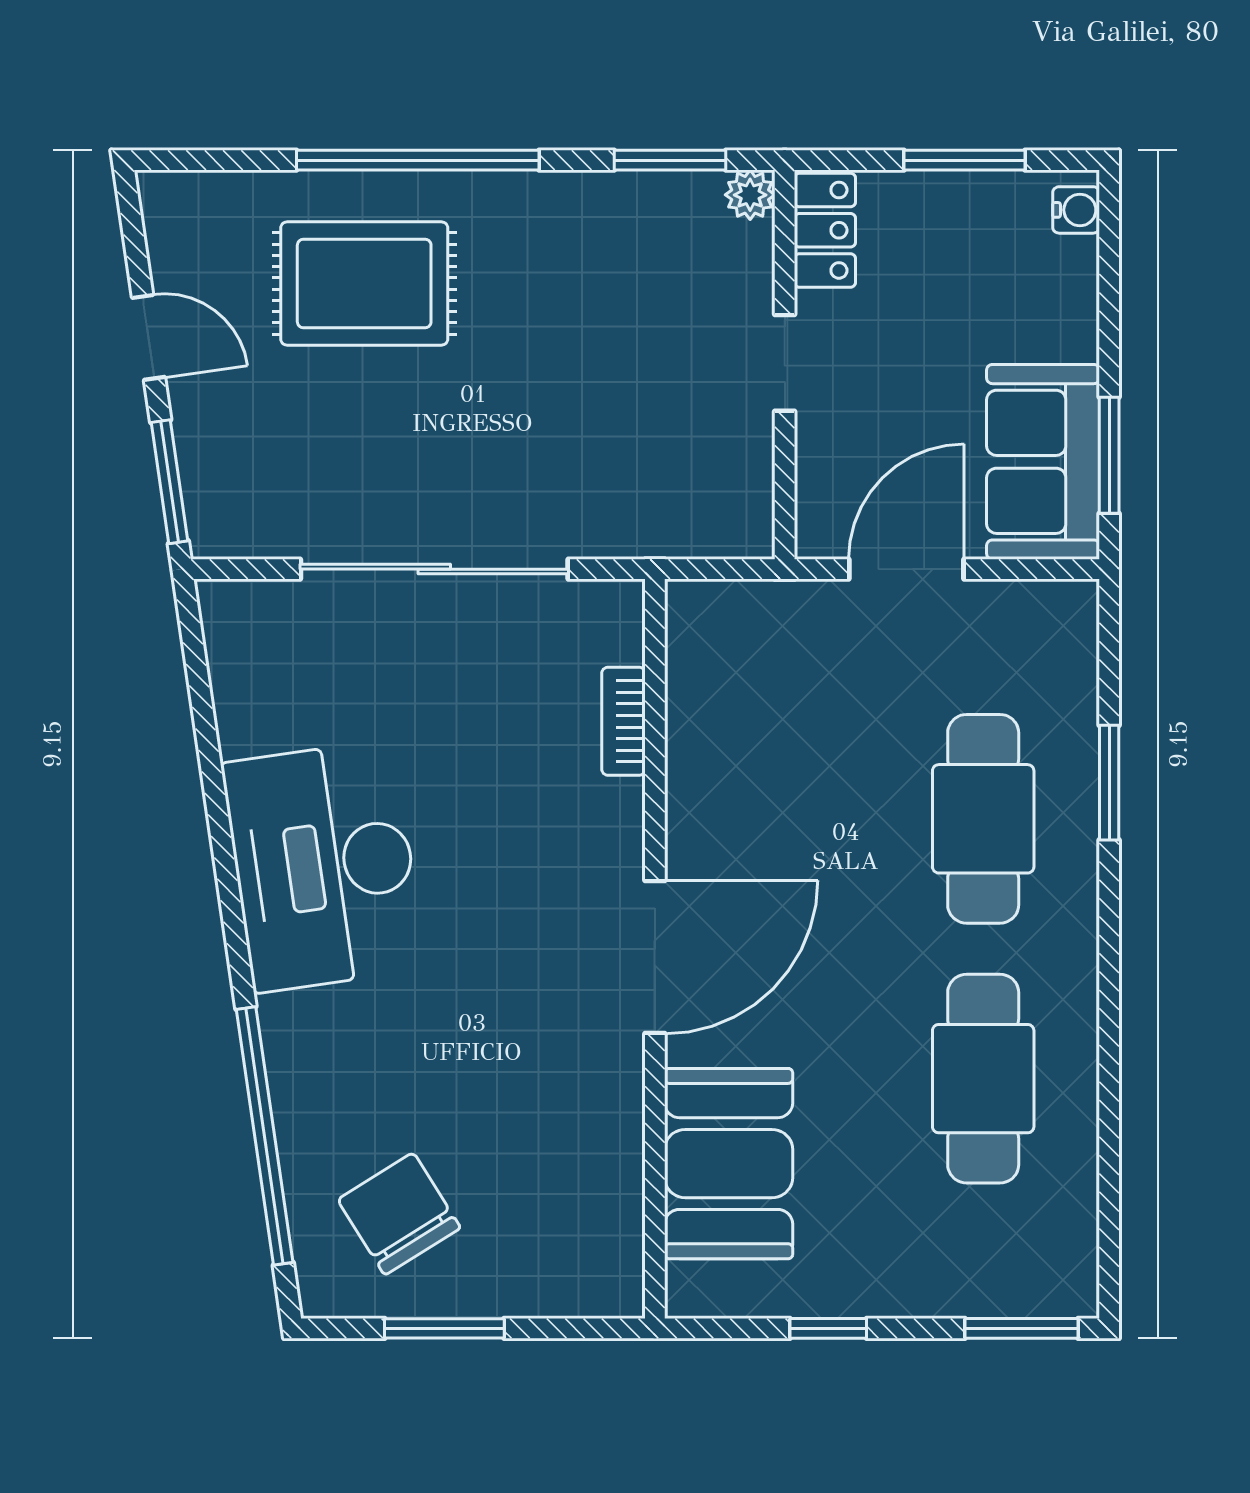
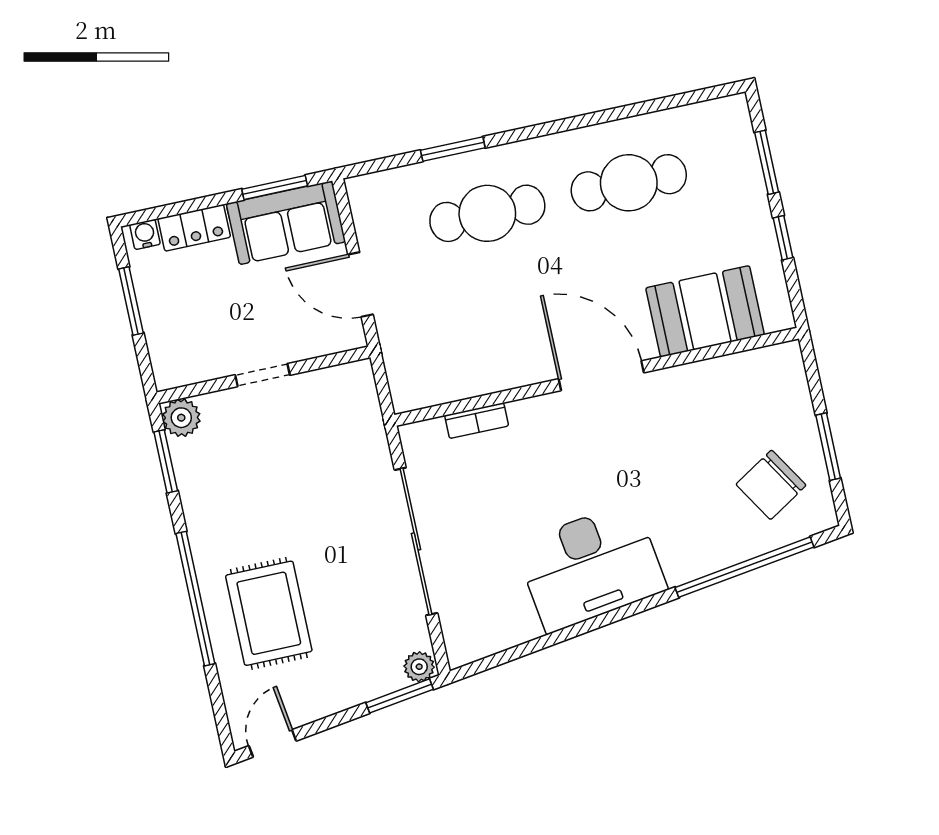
plant: (750, 195) -> (181, 418), width x1.38, depth x1.38
locker: (825, 230) -> (194, 228), moved, turned 180
door: (148, 337) -> (273, 743), moved
plant: (213, 527) -> (419, 667), added
window: (1021, 1328) -> (767, 162), moved

